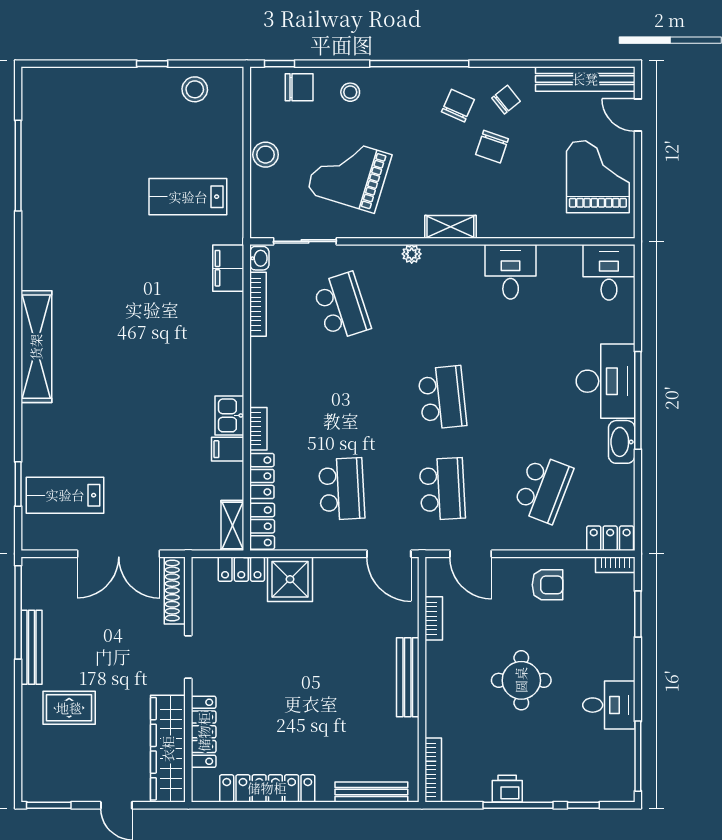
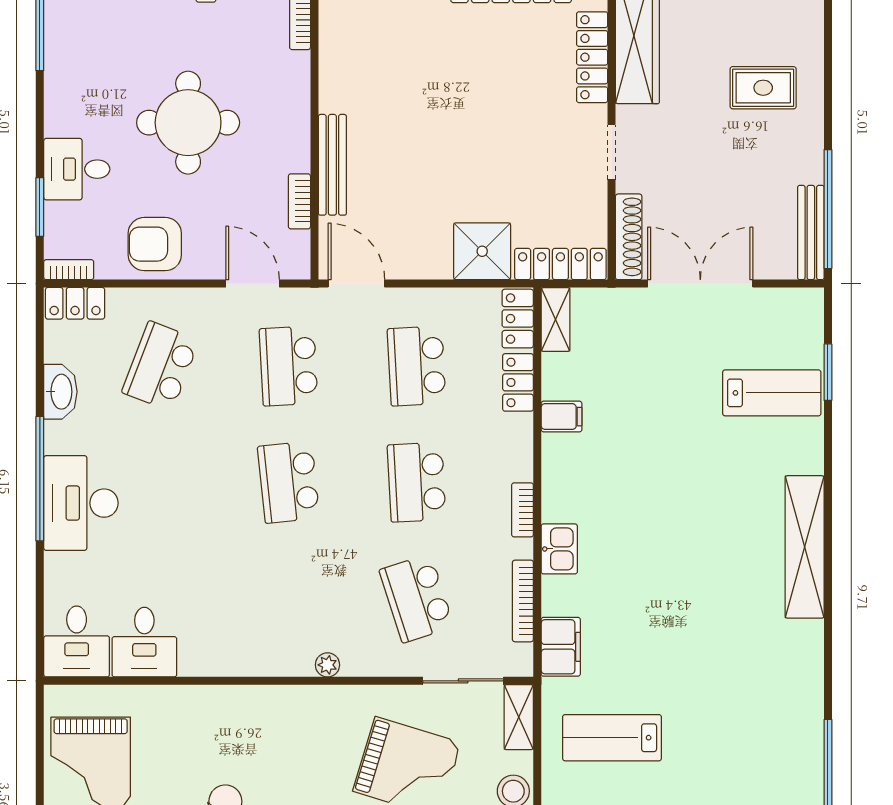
lab bench: (188, 197) -> (612, 738), turned 180
shelving: (450, 227) -> (519, 717), moved, turned 90
washbasin: (259, 258) -> (521, 659), removed
desk: (511, 272) -> (144, 642), moved
school desk: (342, 398) -> (417, 482), added
kitchen sink: (229, 415) -> (559, 549), moved
bookcase: (258, 429) -> (523, 510), moved
washbasin: (622, 442) -> (60, 392), moved
lab bench: (65, 495) -> (772, 393), moved
locker: (241, 569) -> (560, 264), width x1.53
armchair: (547, 585) -> (155, 244), width x1.38, depth x1.38
bench: (32, 647) -> (811, 232), moved
bench: (408, 677) -> (332, 165), moved
round table: (521, 680) -> (188, 123), width x1.36, depth x1.36
desk: (609, 705) -> (77, 169), moved

